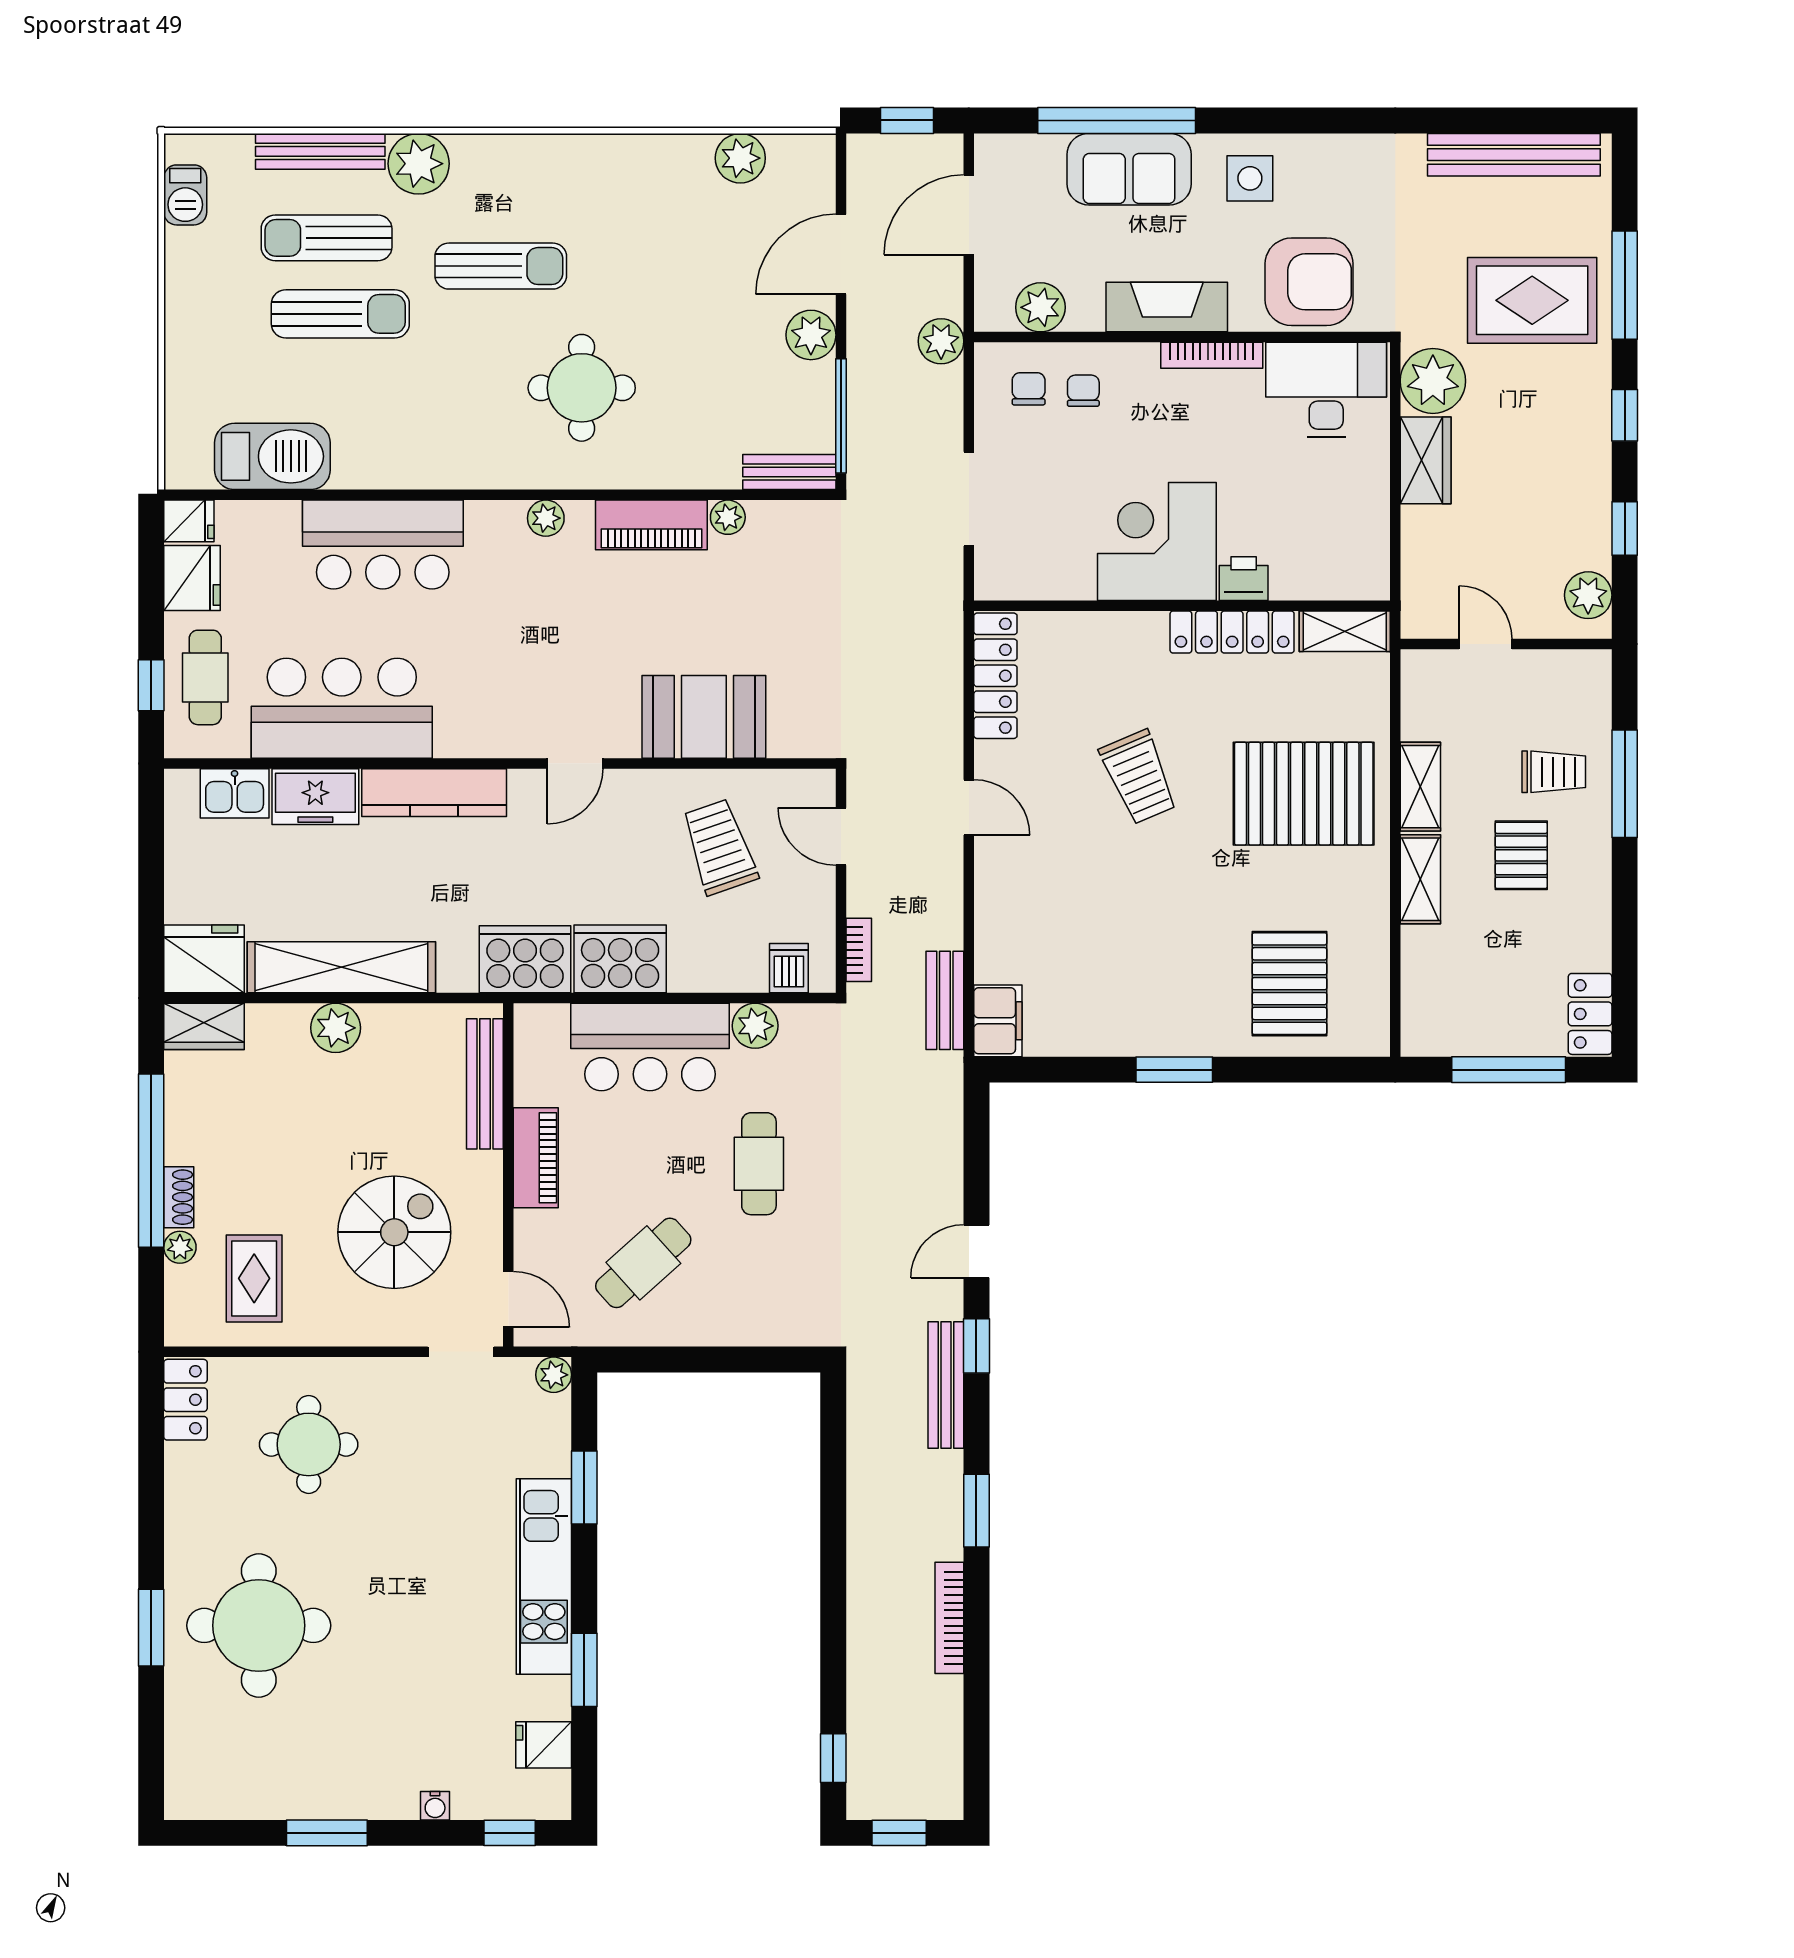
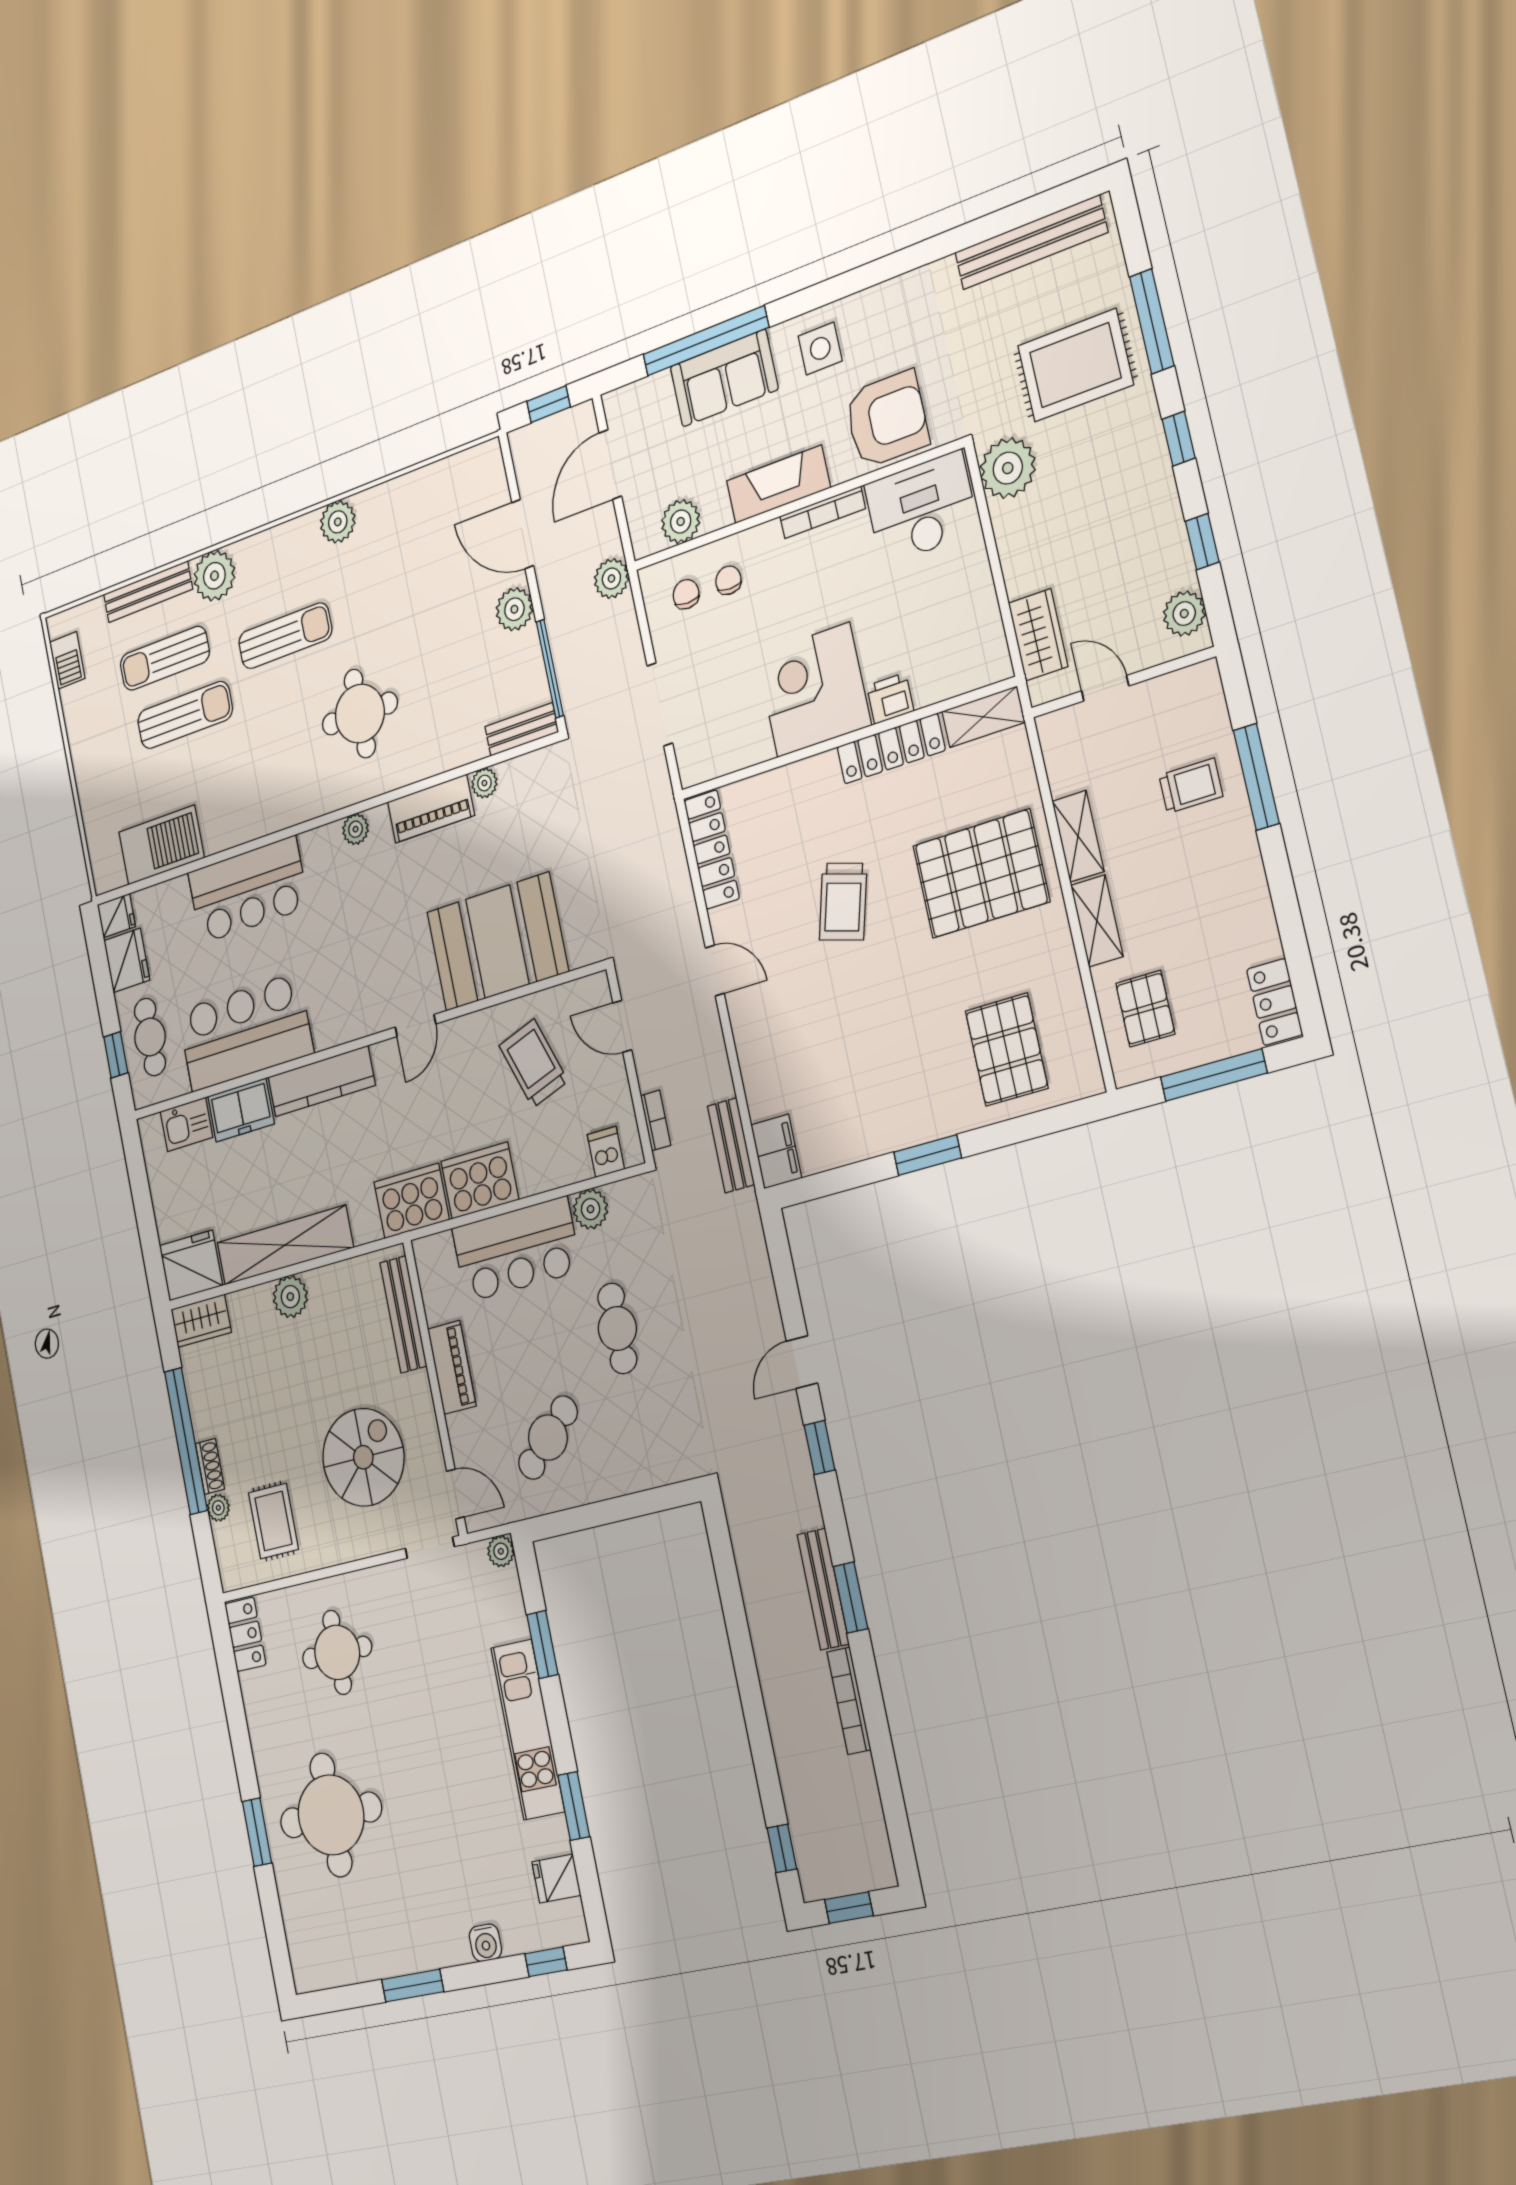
plant: (740, 158) -> (338, 522), moved
door: (841, 254) -> (523, 534), hinge flipped
wardrobe: (1426, 460) -> (1038, 635), moved
booth: (704, 717) -> (497, 942), width x1.36, depth x1.42
trolley: (1139, 777) -> (843, 902), turned 39
pallet: (1521, 855) -> (1145, 1009), moved
bench: (946, 1385) -> (823, 1589), moved
water cooler: (435, 1806) -> (485, 1943), width x1.38, depth x1.38

